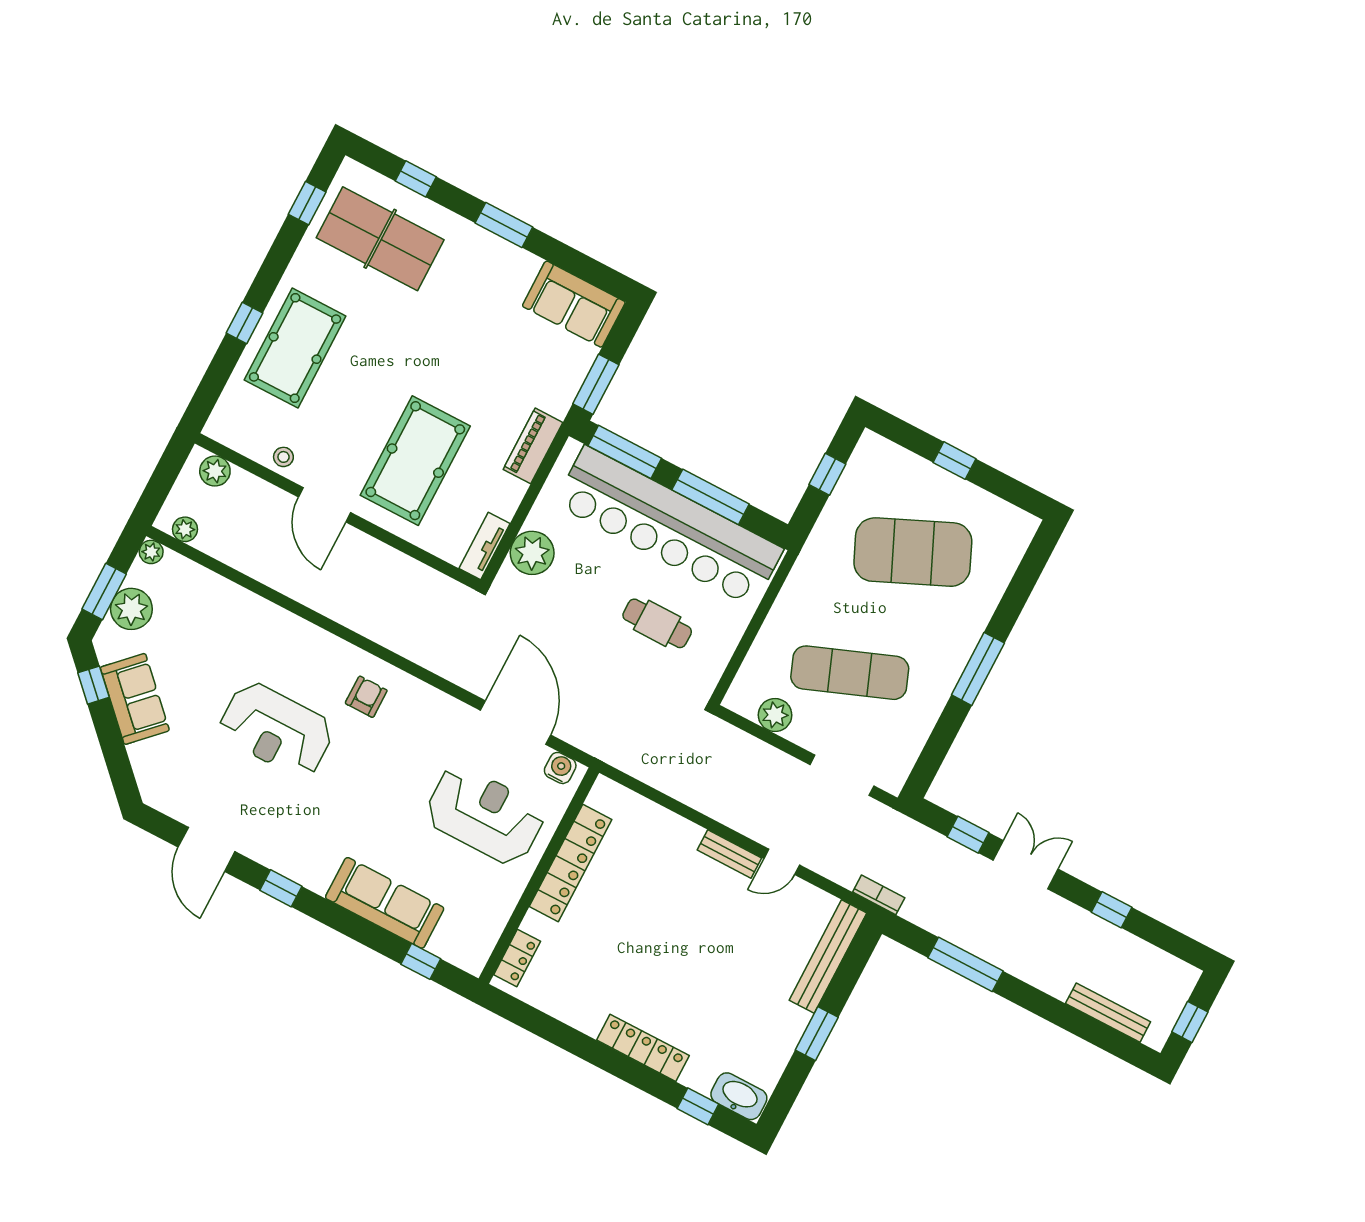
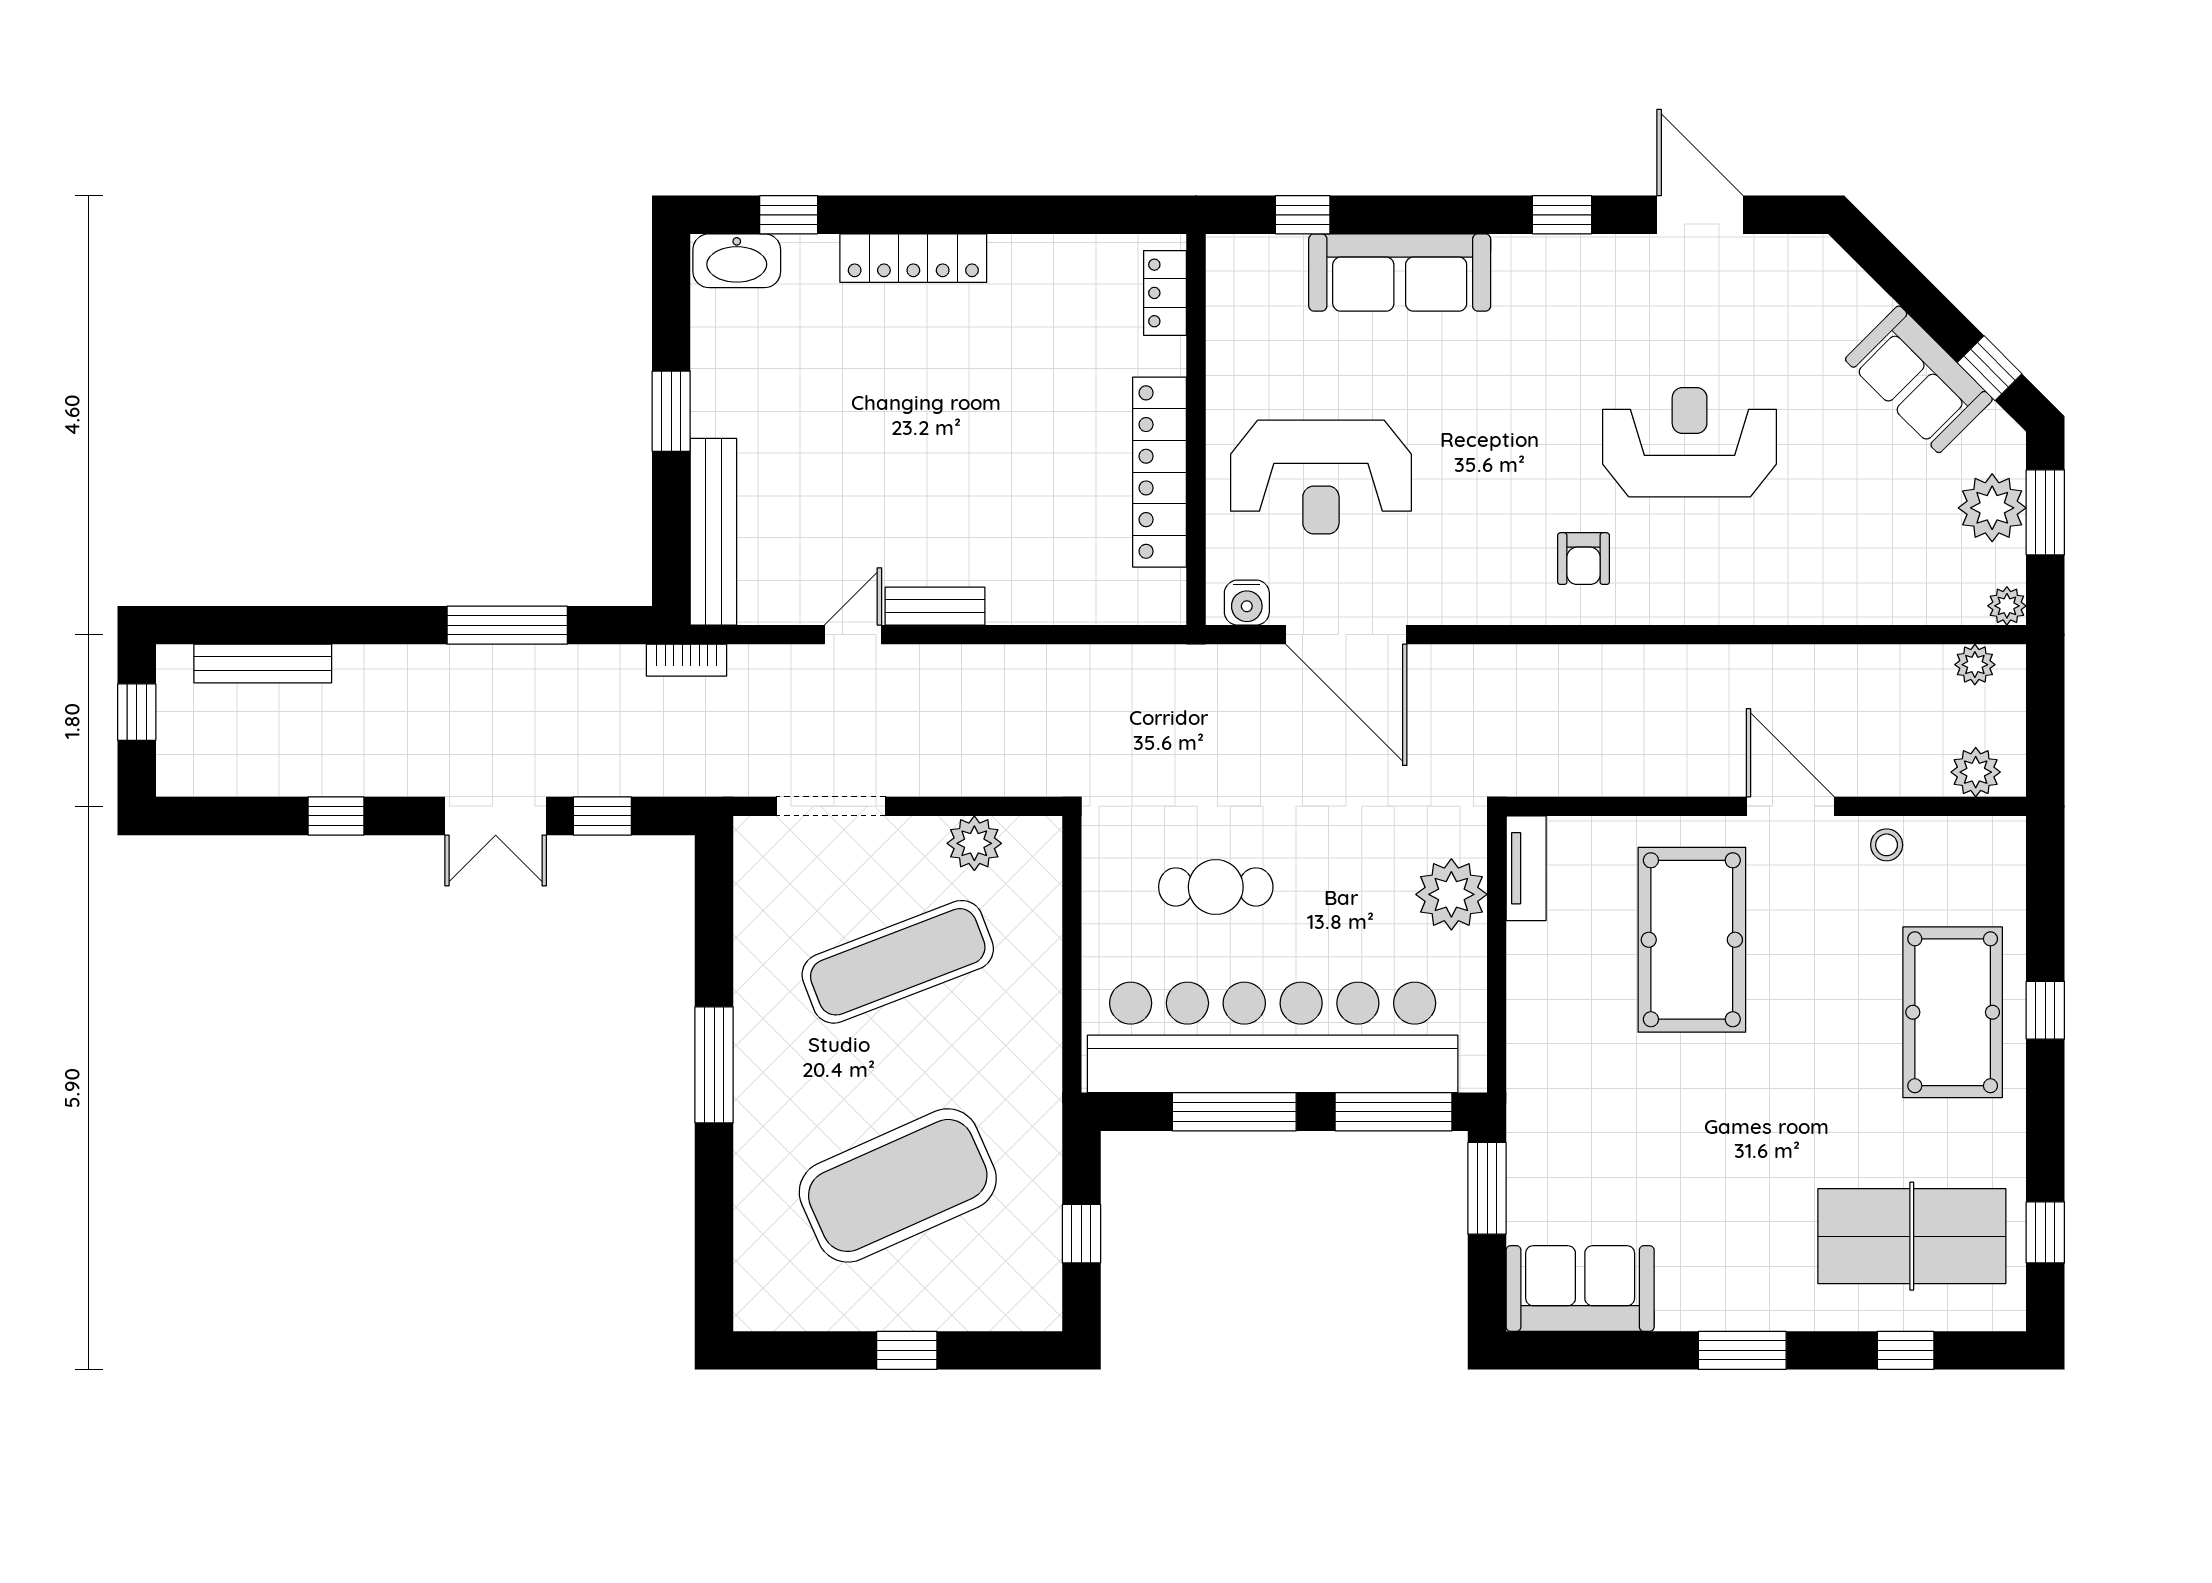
piano: (533, 446) -> (1532, 1051), removed

